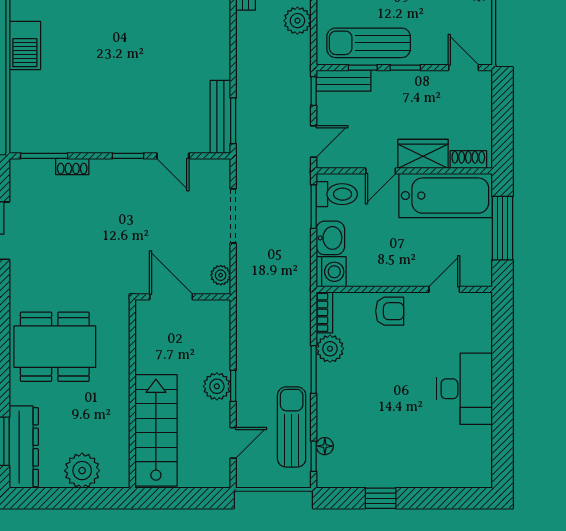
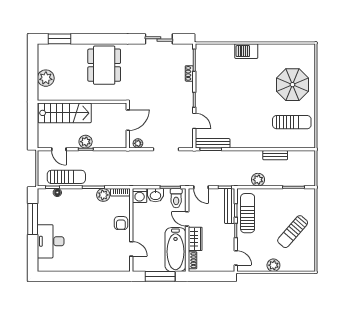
door: (464, 68) -> (236, 258), hinge flipped
bench: (344, 81) -> (230, 206), width x1.36
door: (173, 156) -> (194, 121), swing flipped
desk: (465, 389) -> (51, 241), moved, turned 90
dresser: (24, 447) -> (57, 51), removed
window: (381, 498) -> (33, 219), width x2.17

